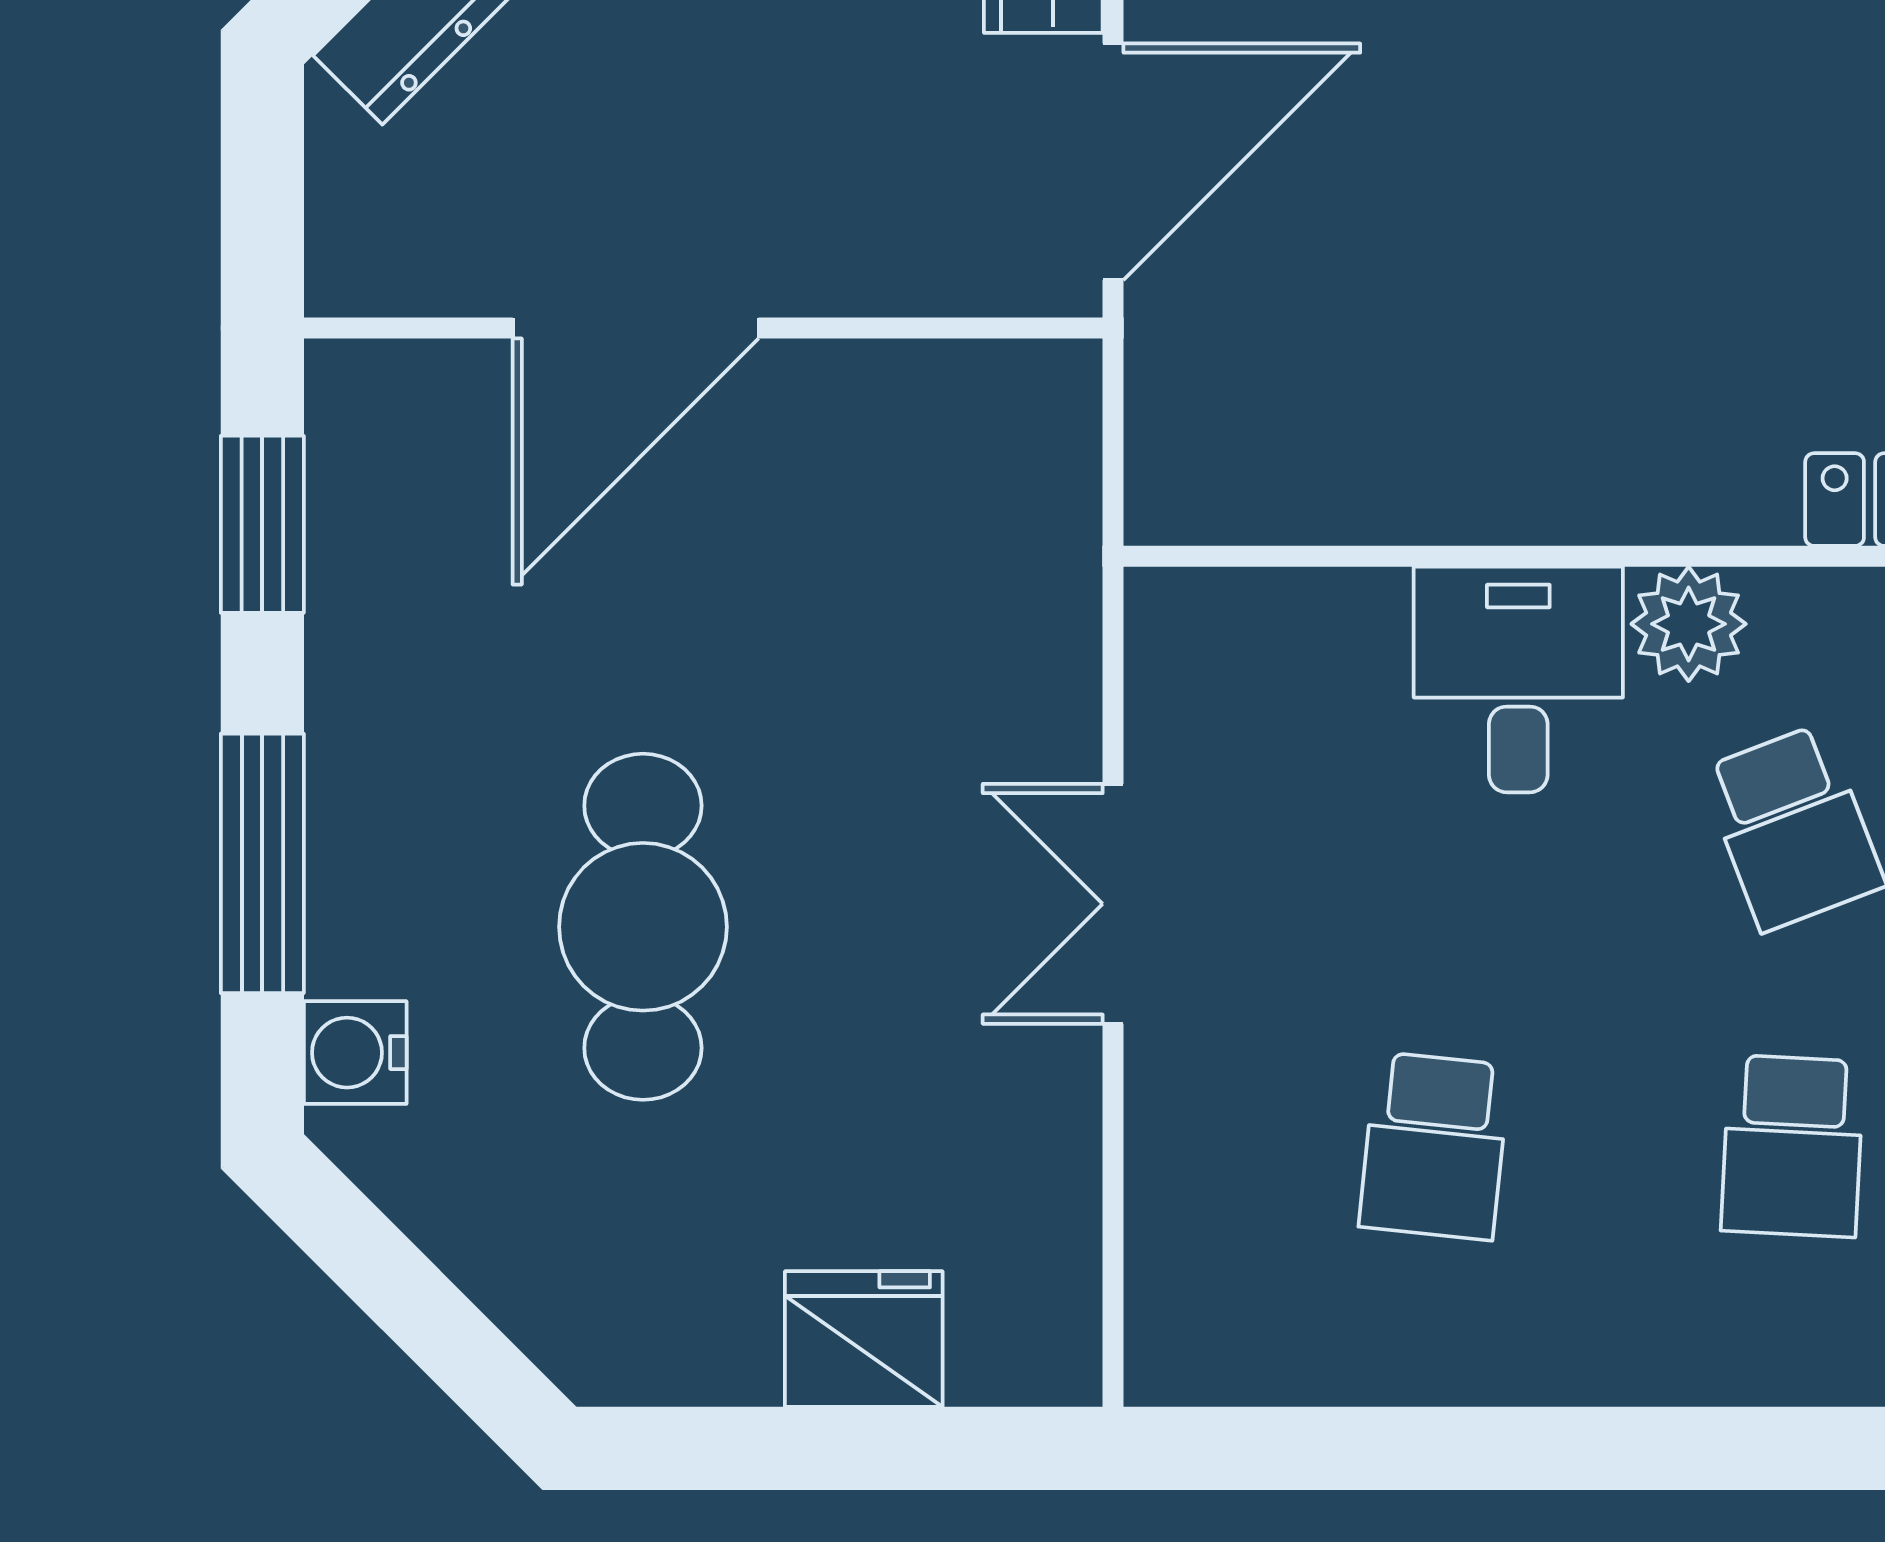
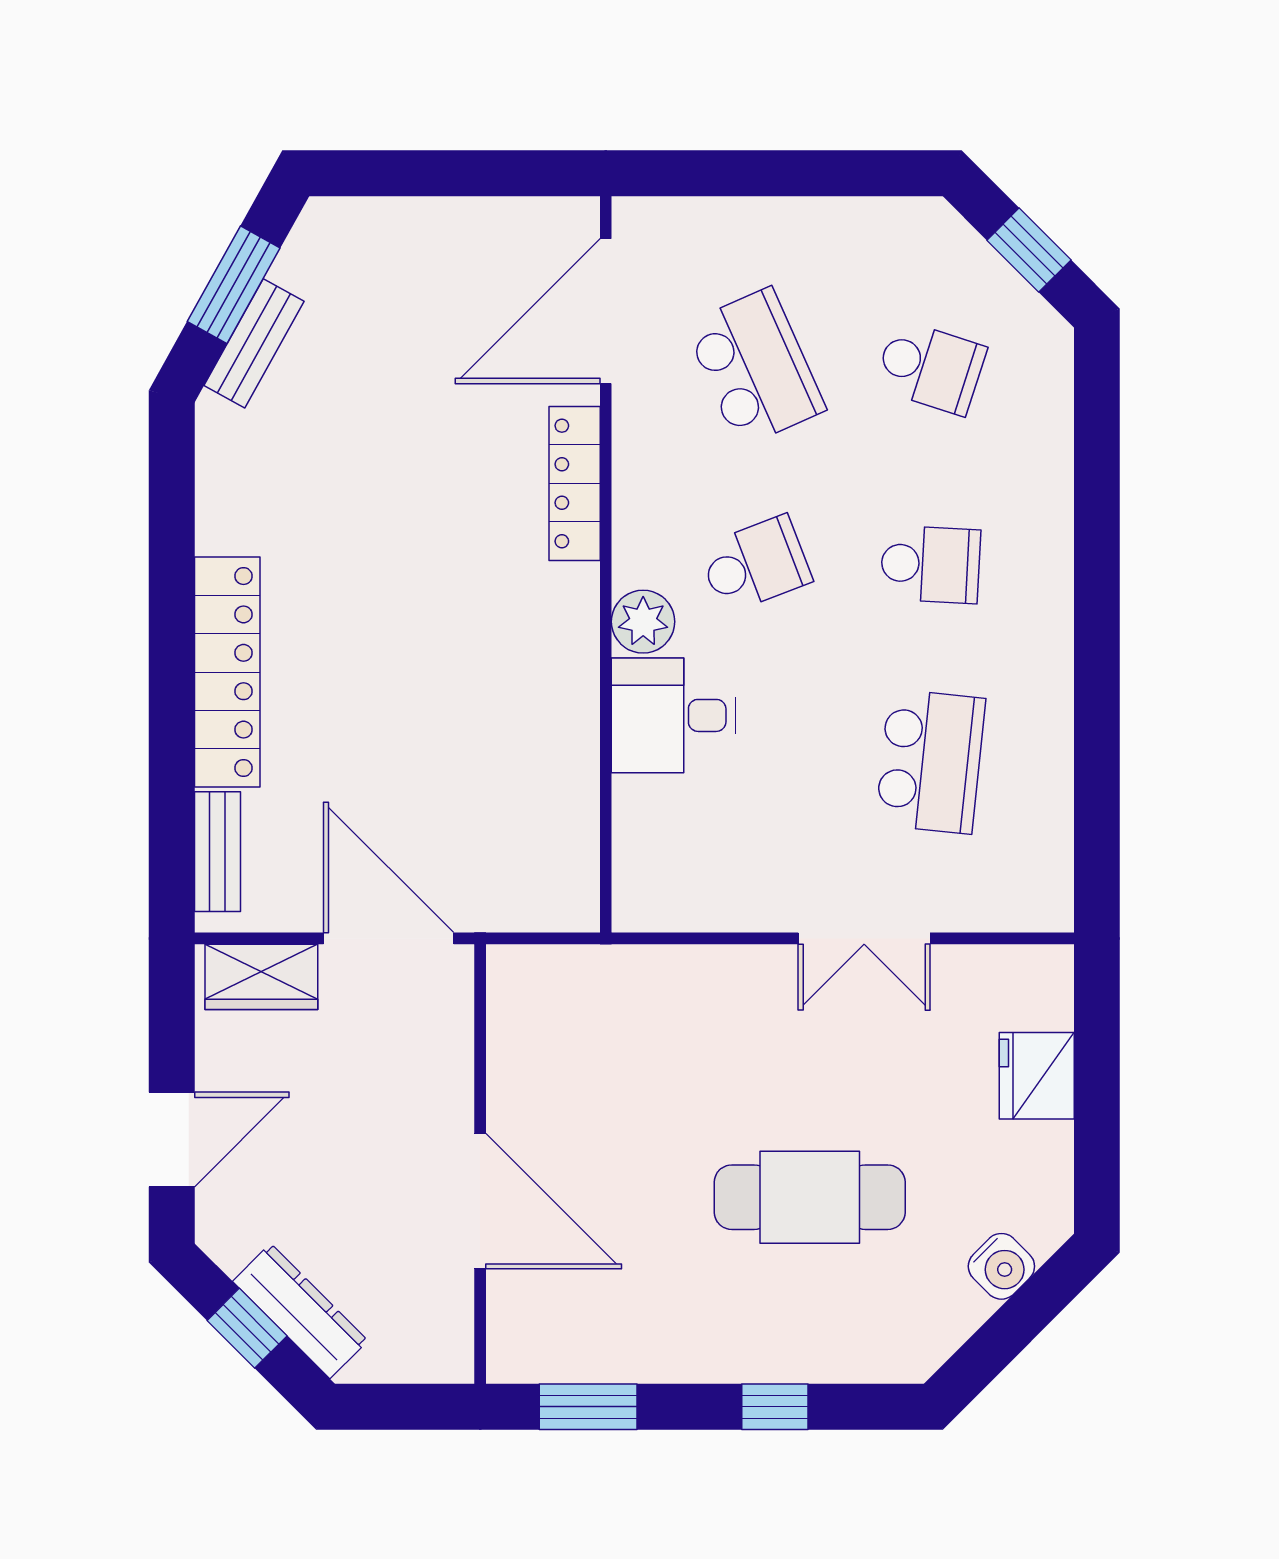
window: (262, 863) -> (775, 1407), width x0.46
double door: (1113, 904) -> (864, 938), moved
water cooler: (355, 1053) -> (1001, 1266), moved, turned -45
school desk: (1435, 1146) -> (930, 761), width x1.85

